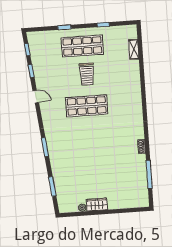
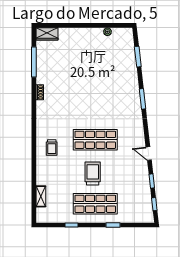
trolley: (127, 96) -> (52, 147), added
wardrobe: (97, 205) -> (47, 34), moved

